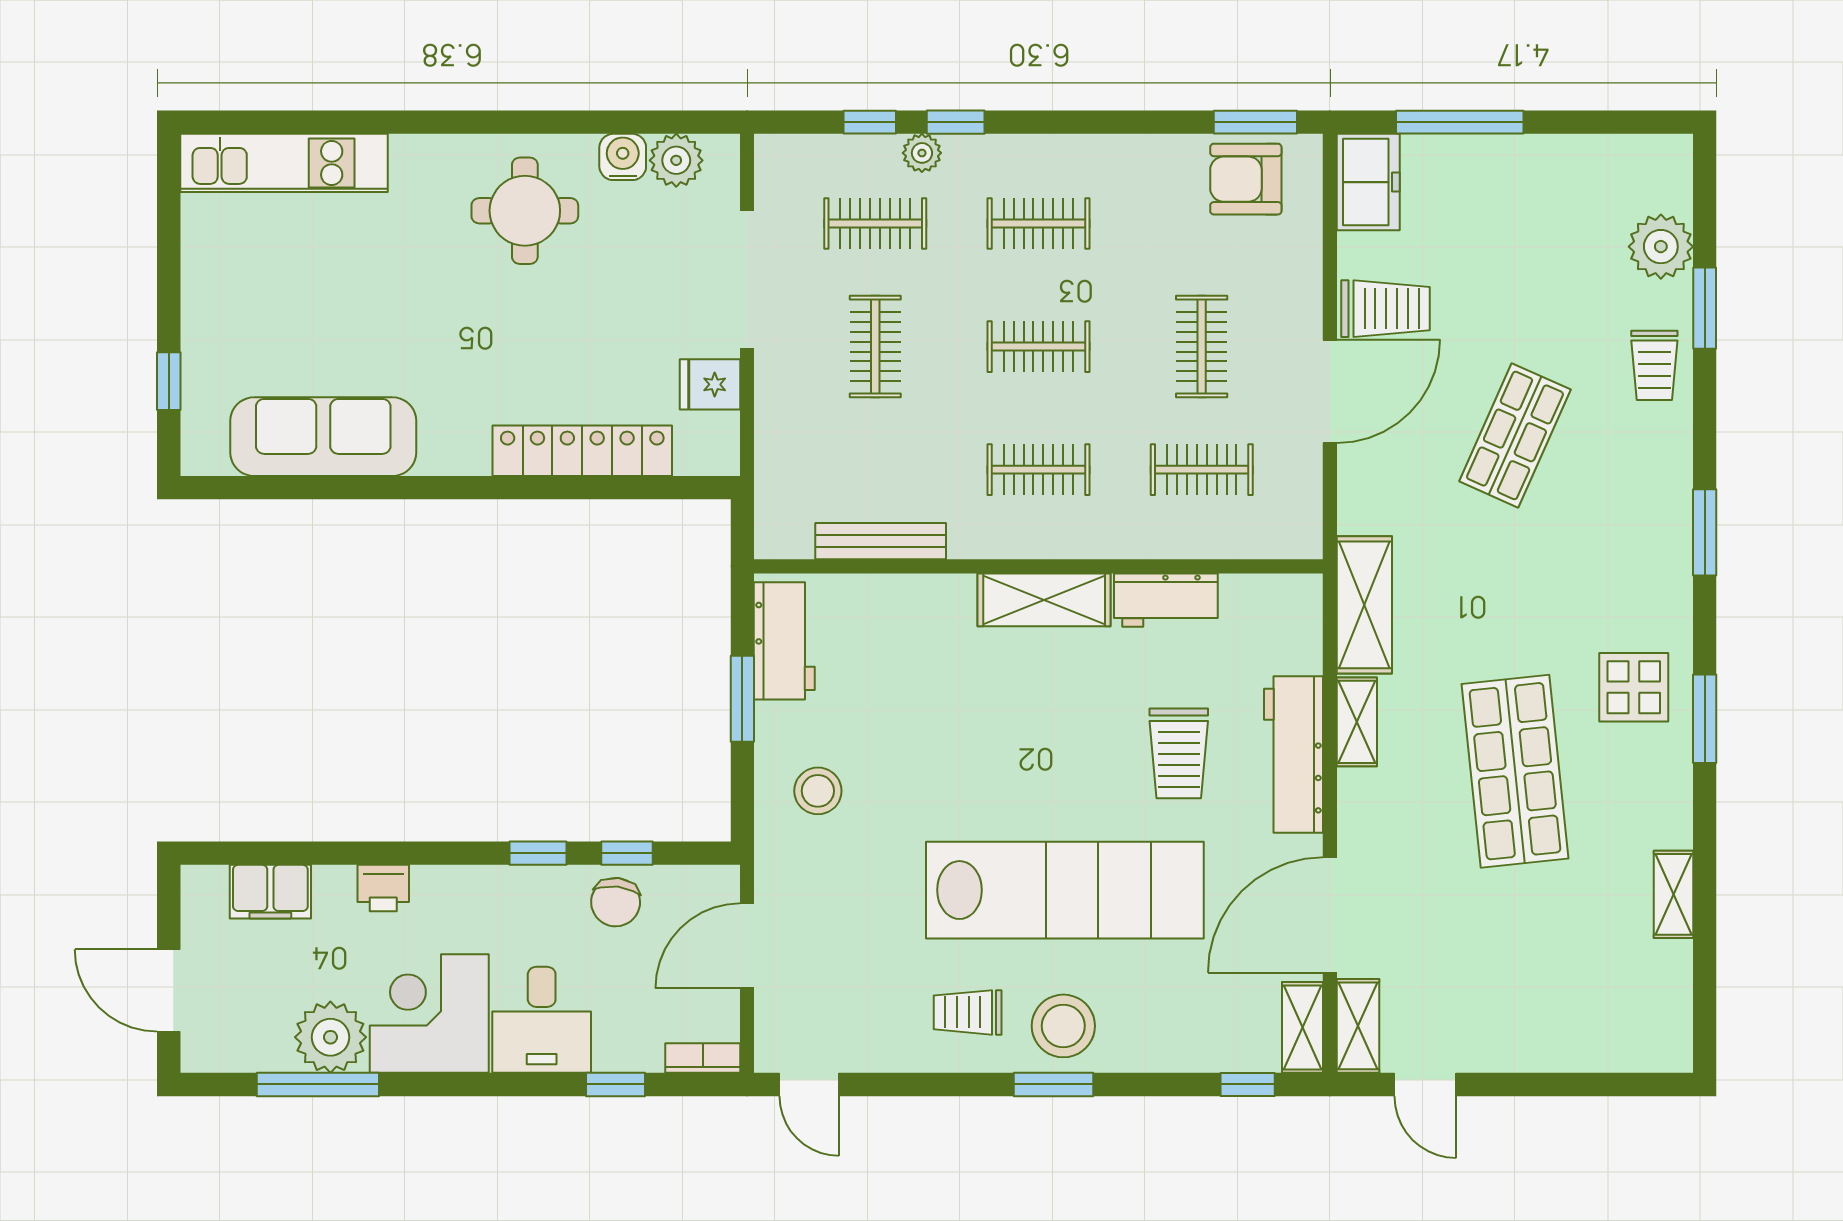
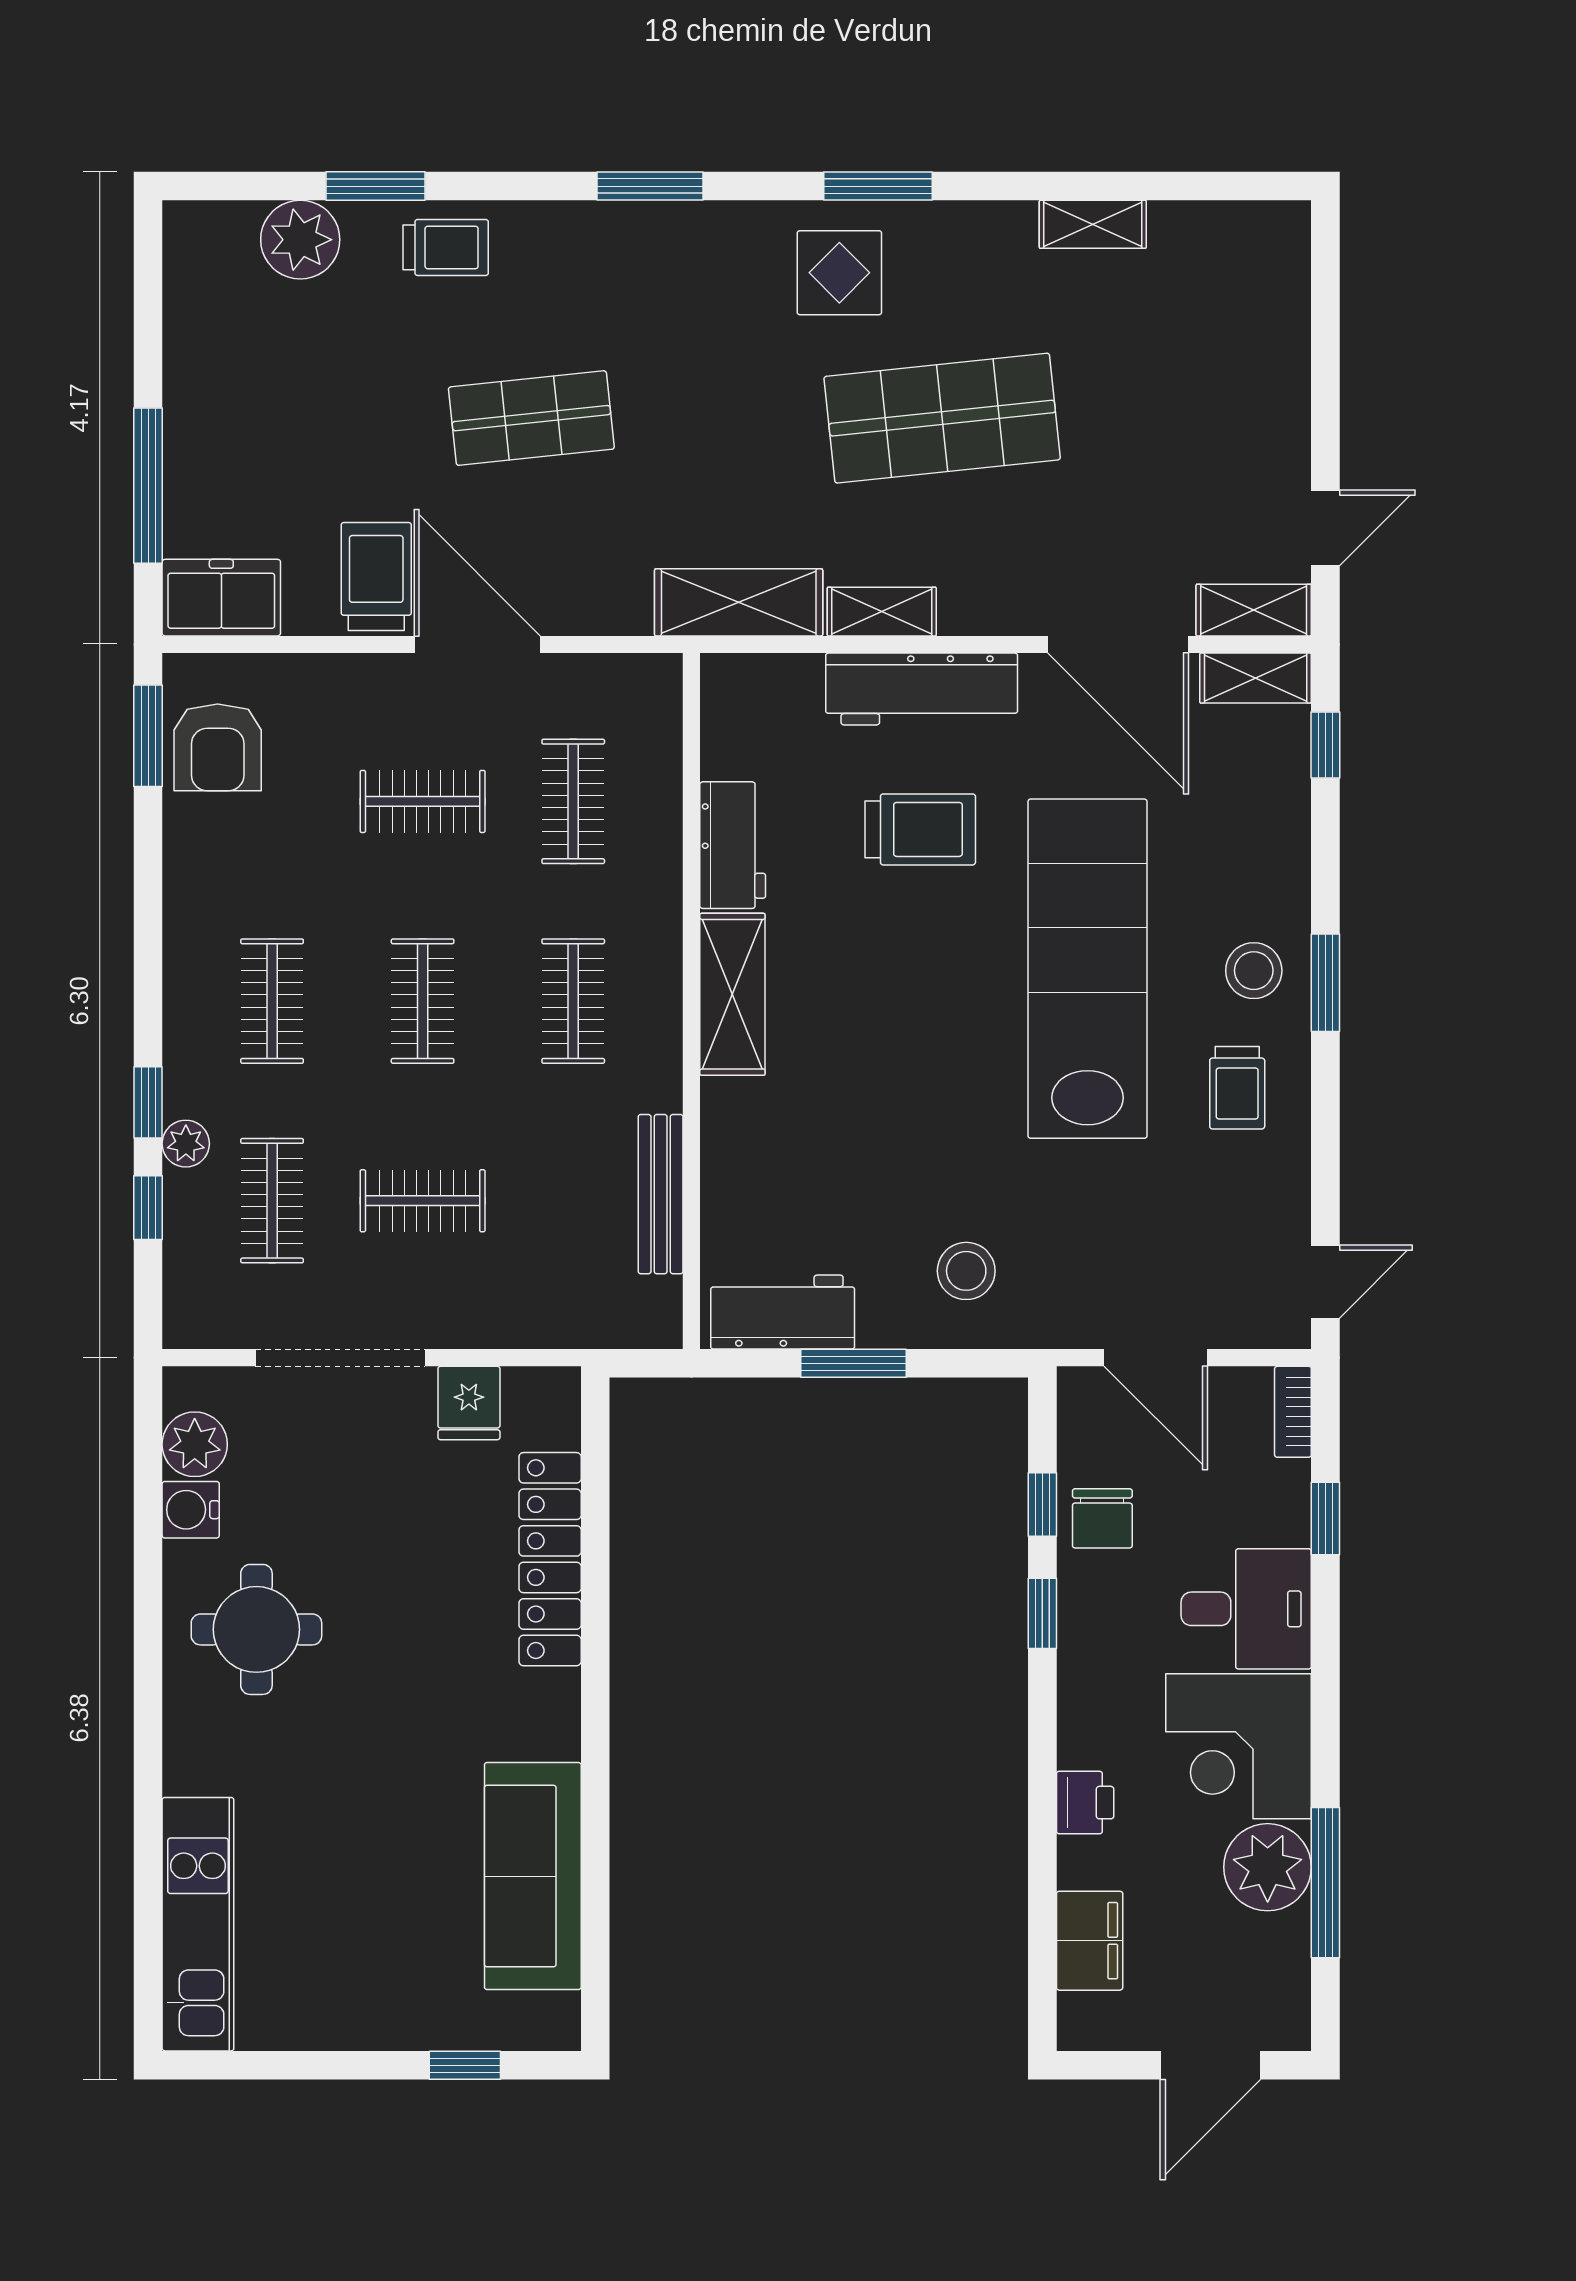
shop shelf: (1515, 435) -> (531, 418), turned -30
chair: (616, 902) -> (1102, 1518), turned 83
stool: (1063, 1026) -> (1254, 971), width x0.73, depth x0.73

